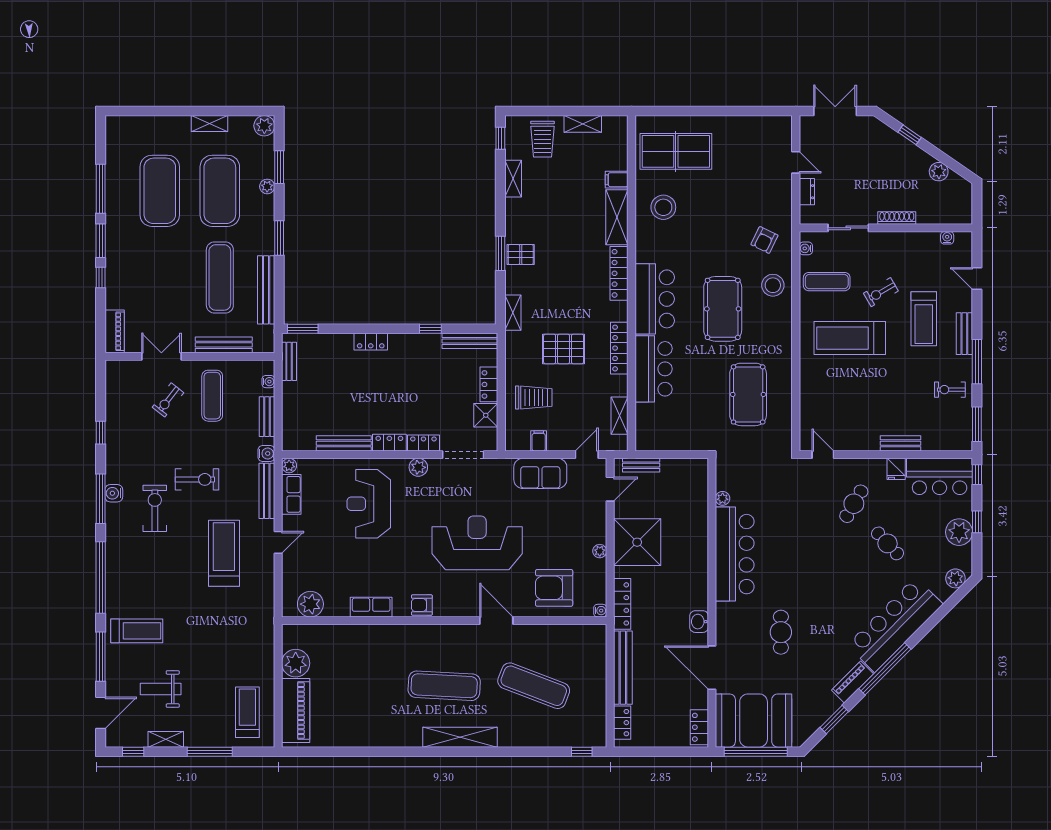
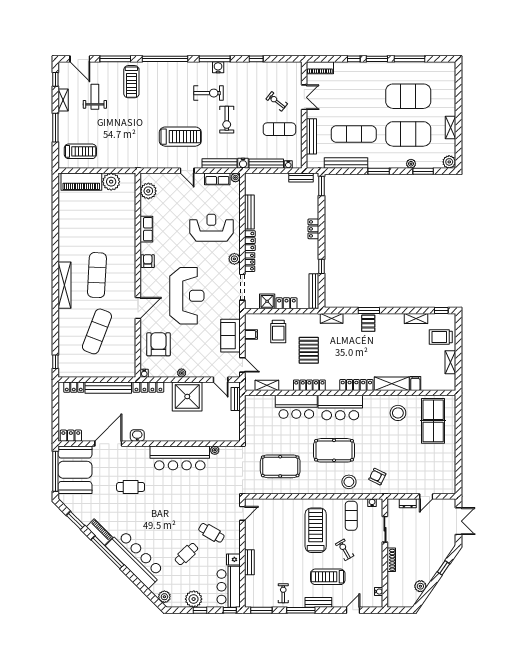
bench: (267, 417) -> (266, 164), width x1.36

